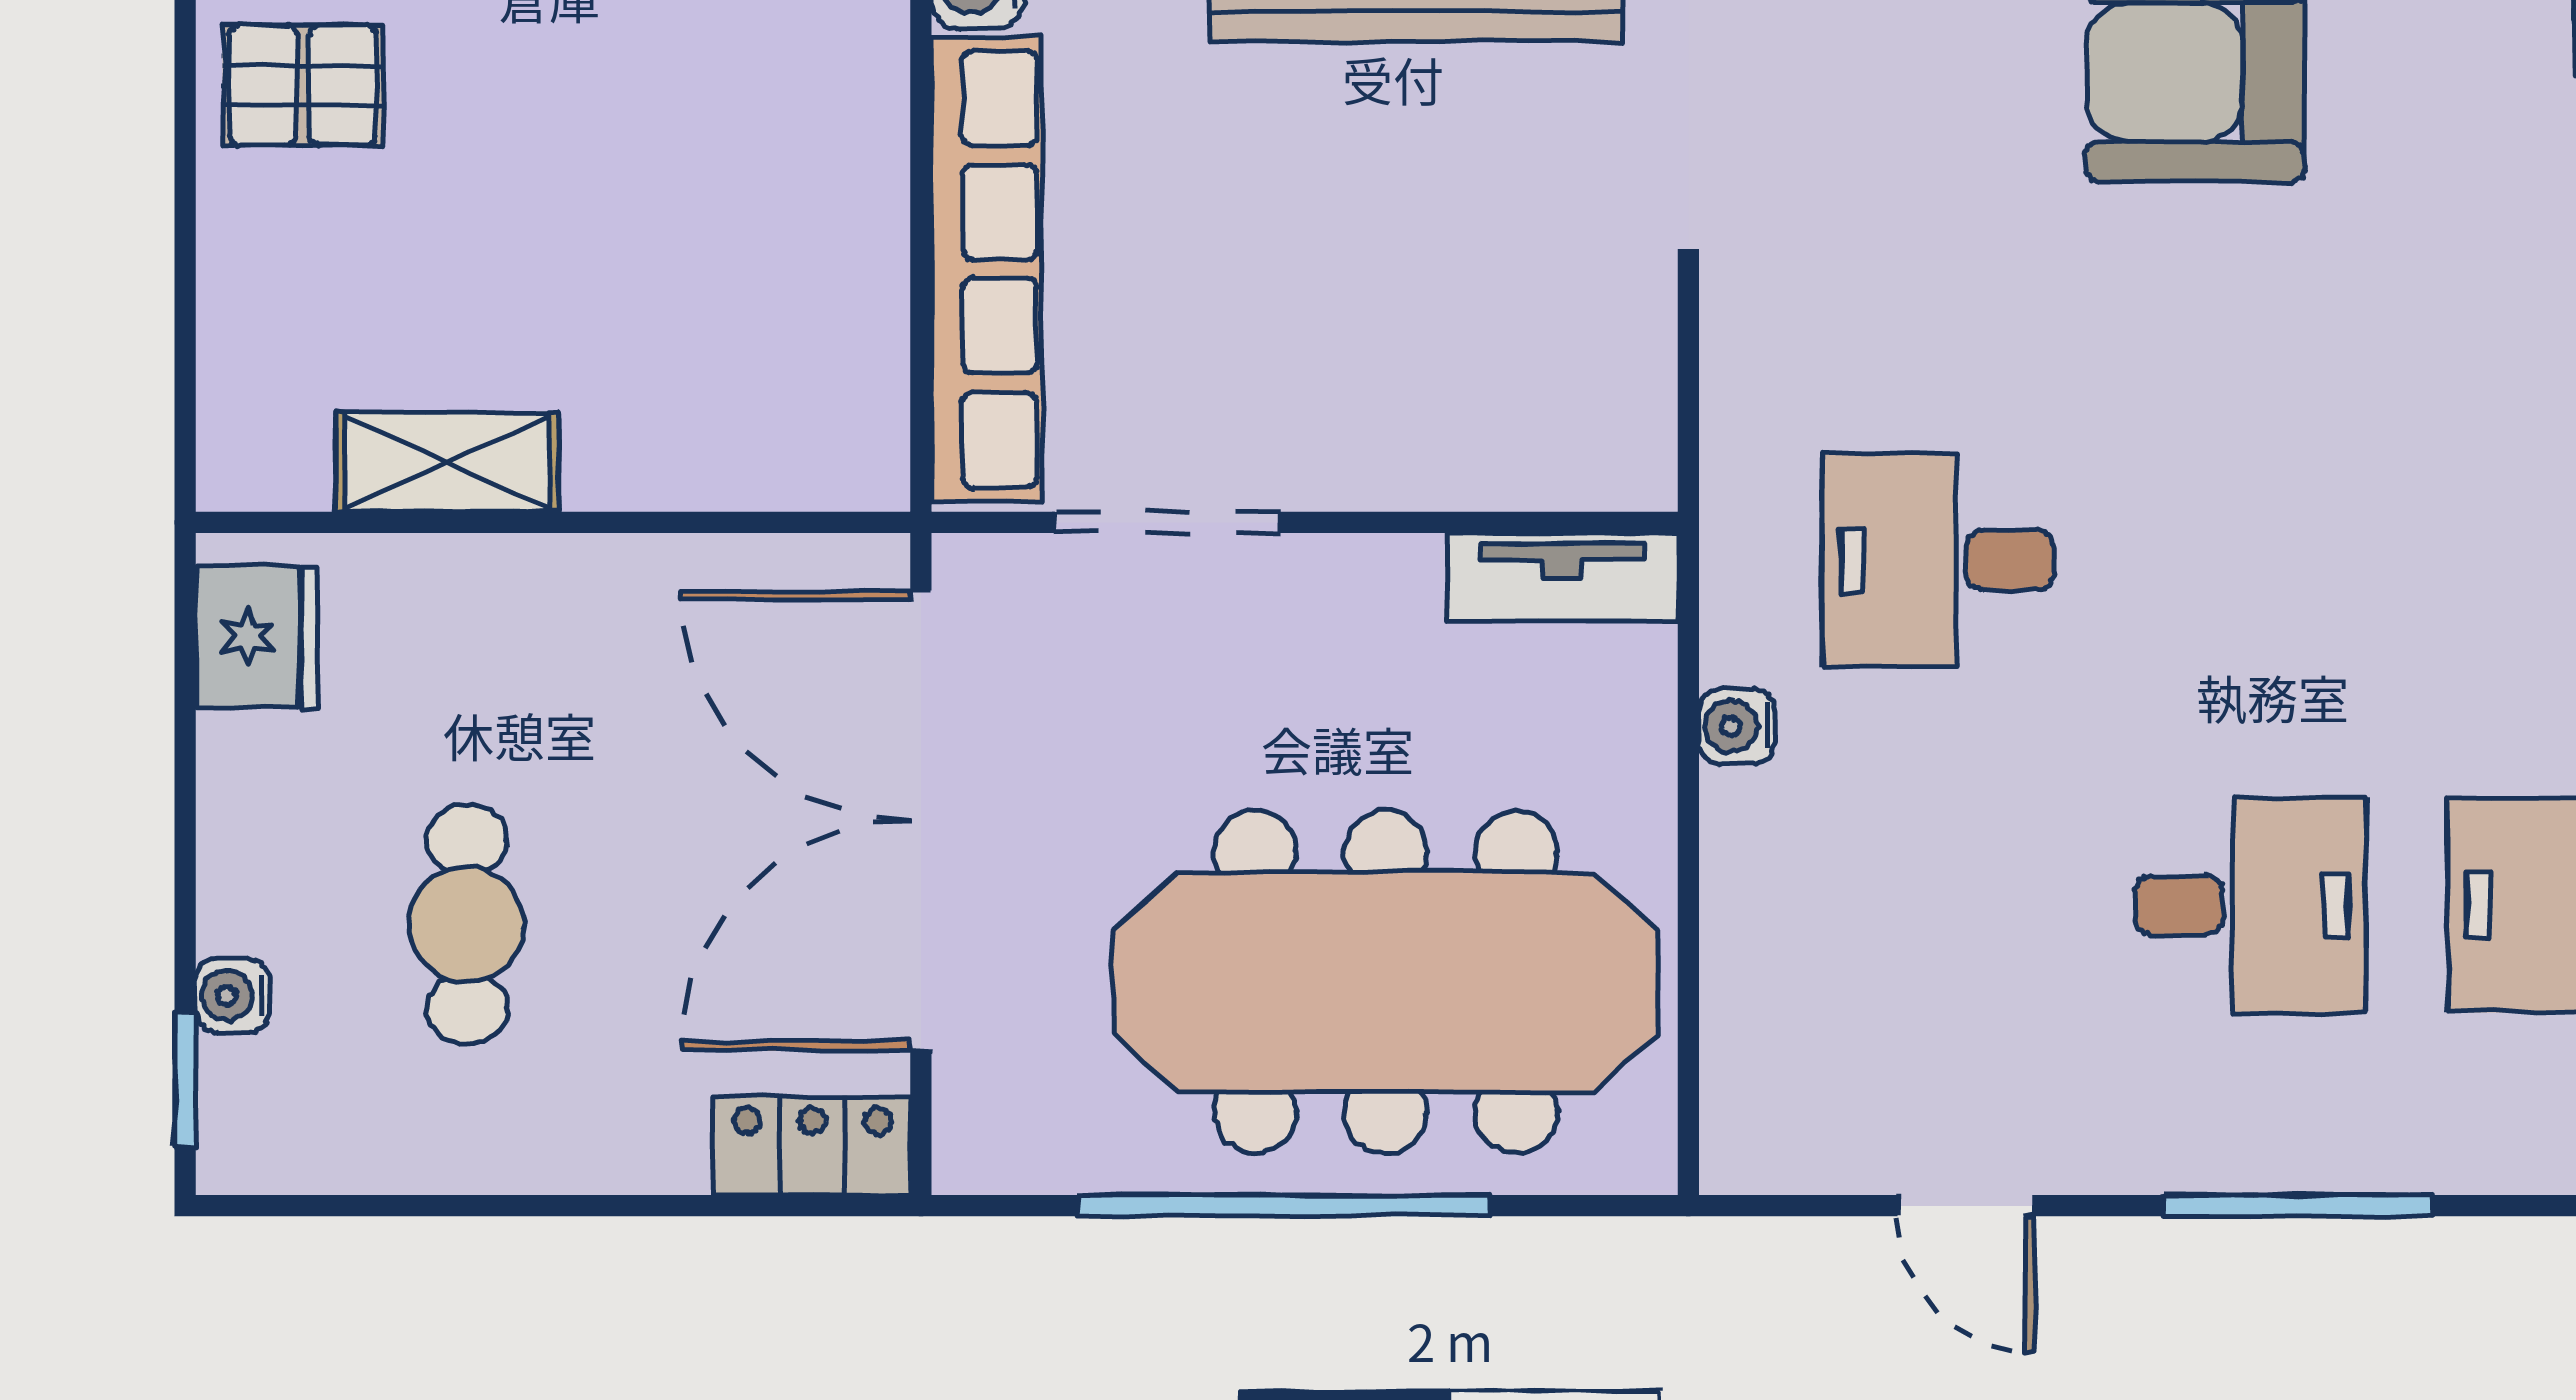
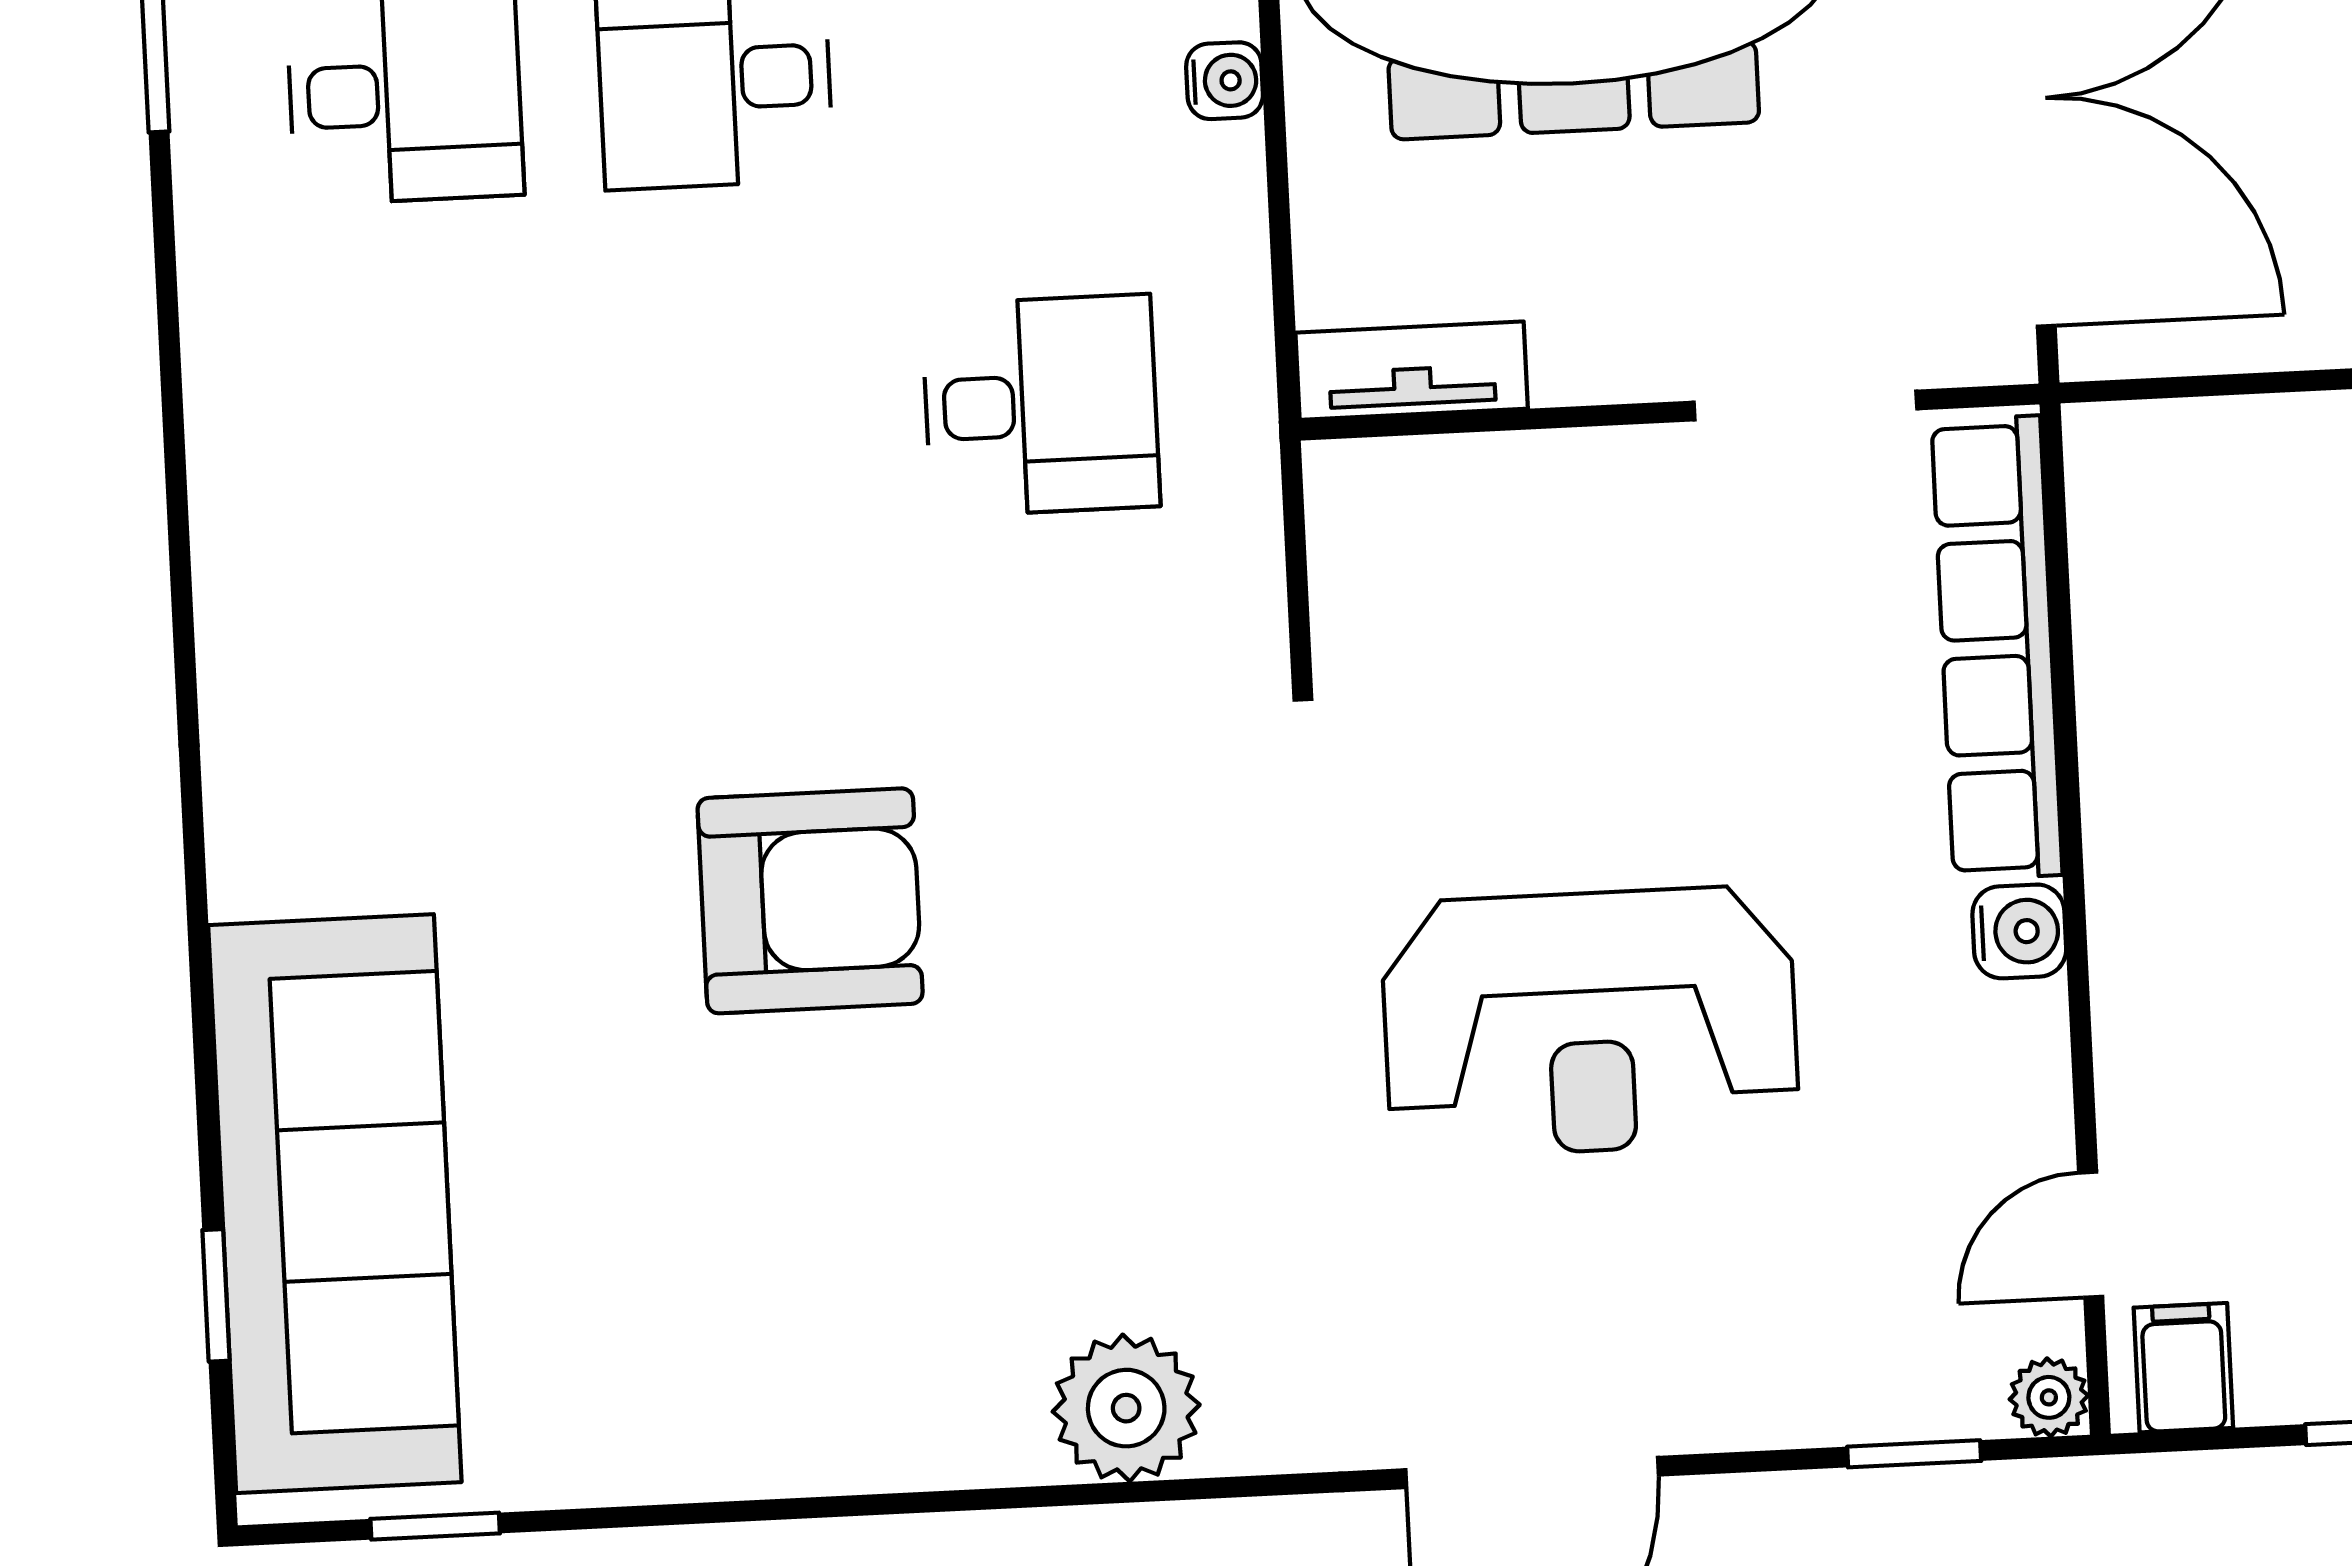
water cooler: (1737, 726) -> (1225, 81), moved

